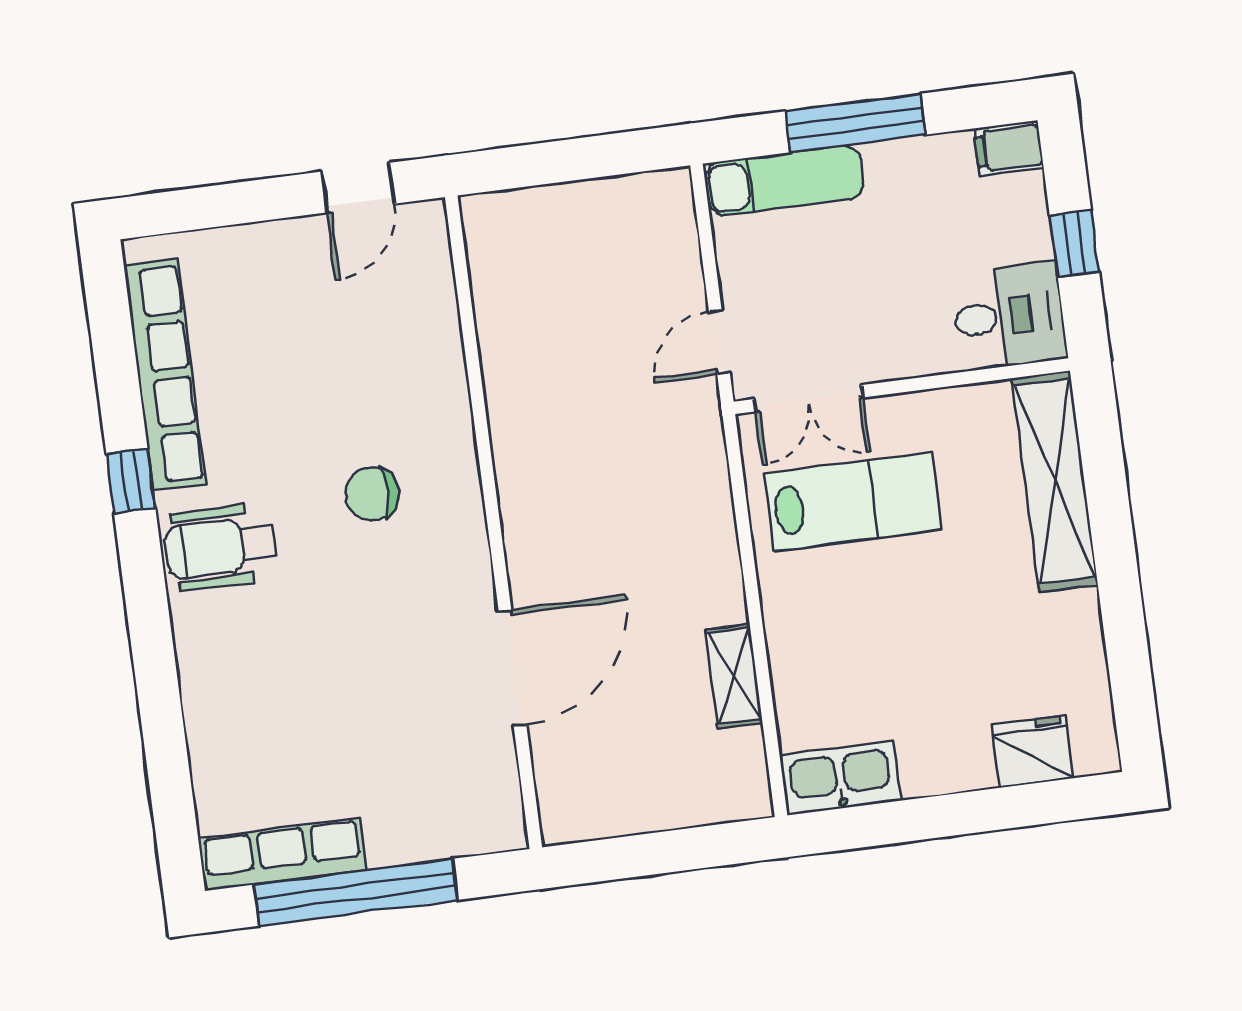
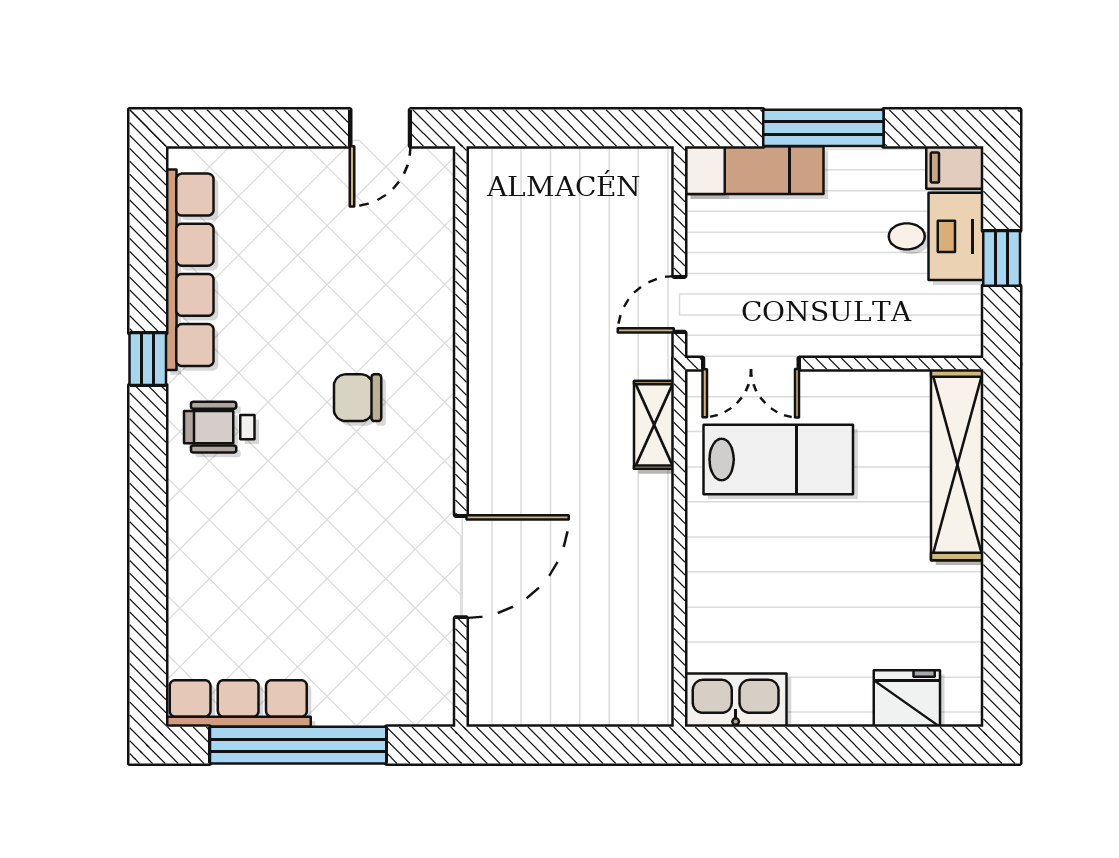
desk: (1009, 316) -> (936, 236), moved
wheelchair: (221, 547) -> (219, 427), width x0.73, depth x0.73
shelving: (734, 676) -> (654, 425), moved

